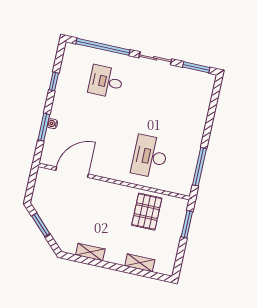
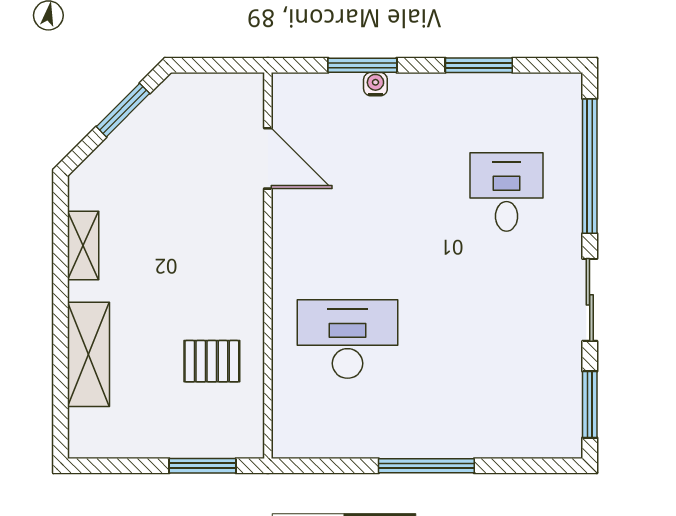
window: (54, 82) -> (479, 65), width x1.50
window: (200, 167) -> (426, 466), moved
door: (72, 172) -> (268, 158), width x0.73
pallet: (147, 212) -> (212, 361), width x0.67, depth x0.71
shelving: (140, 263) -> (89, 354), width x1.50, depth x1.33

